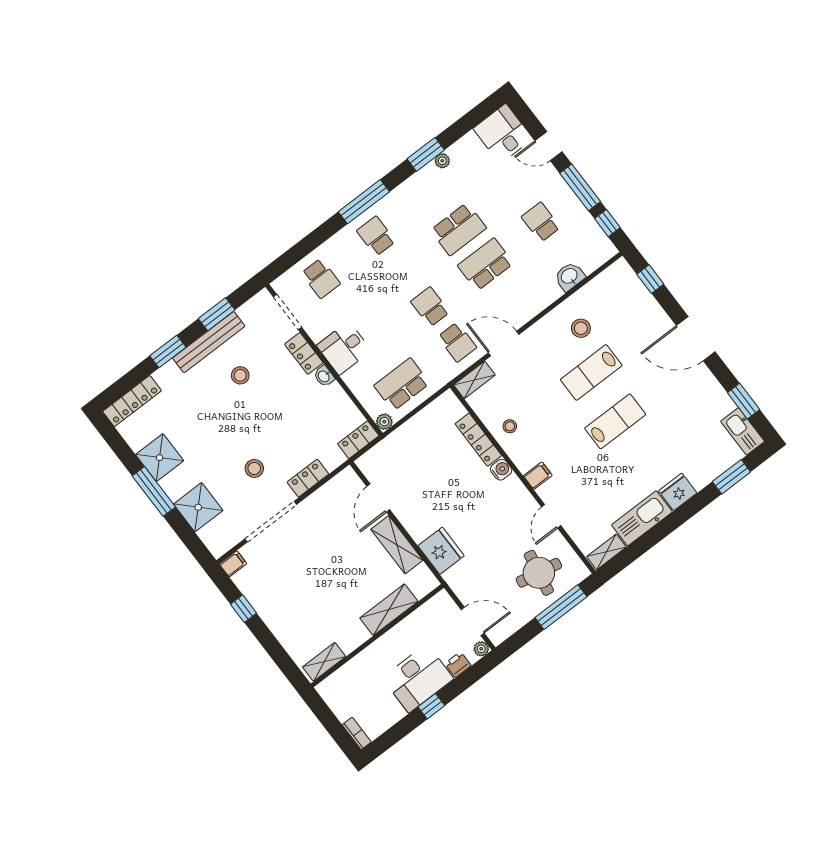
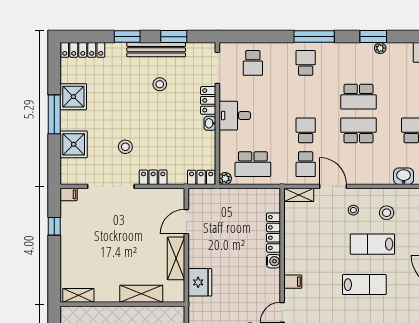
school desk: (402, 384) -> (253, 164), turned 180
stool: (510, 426) -> (353, 210), moved

